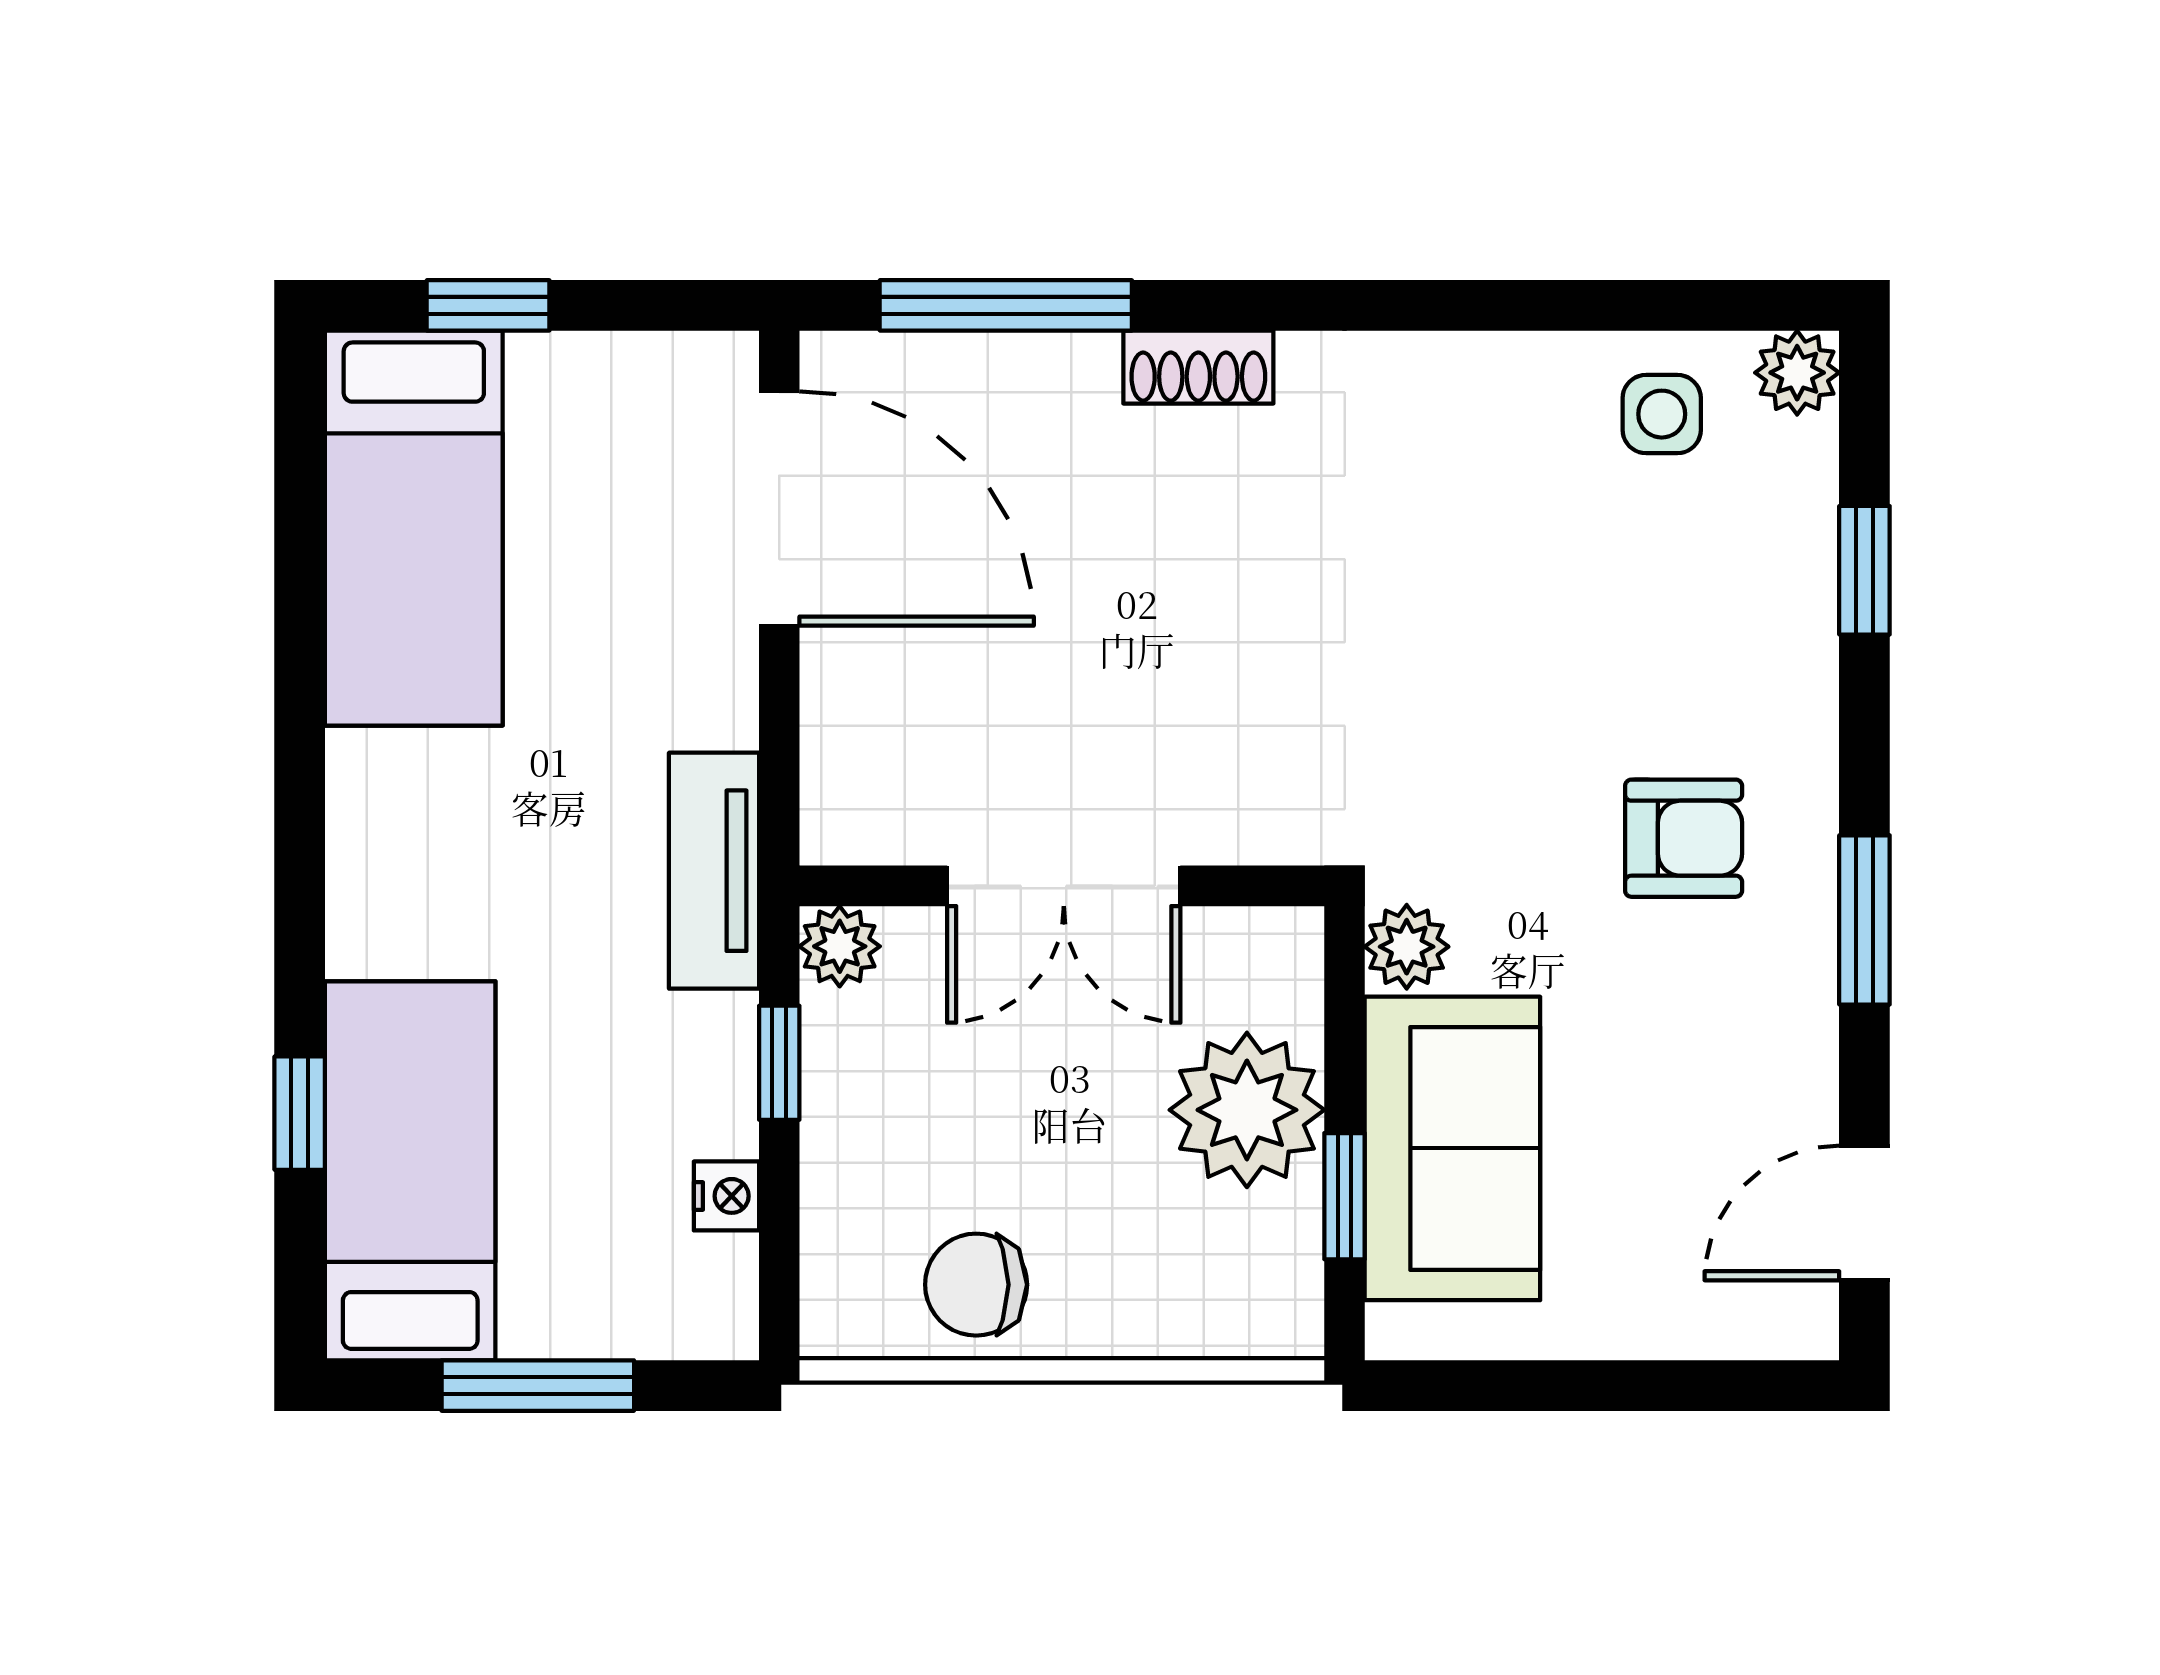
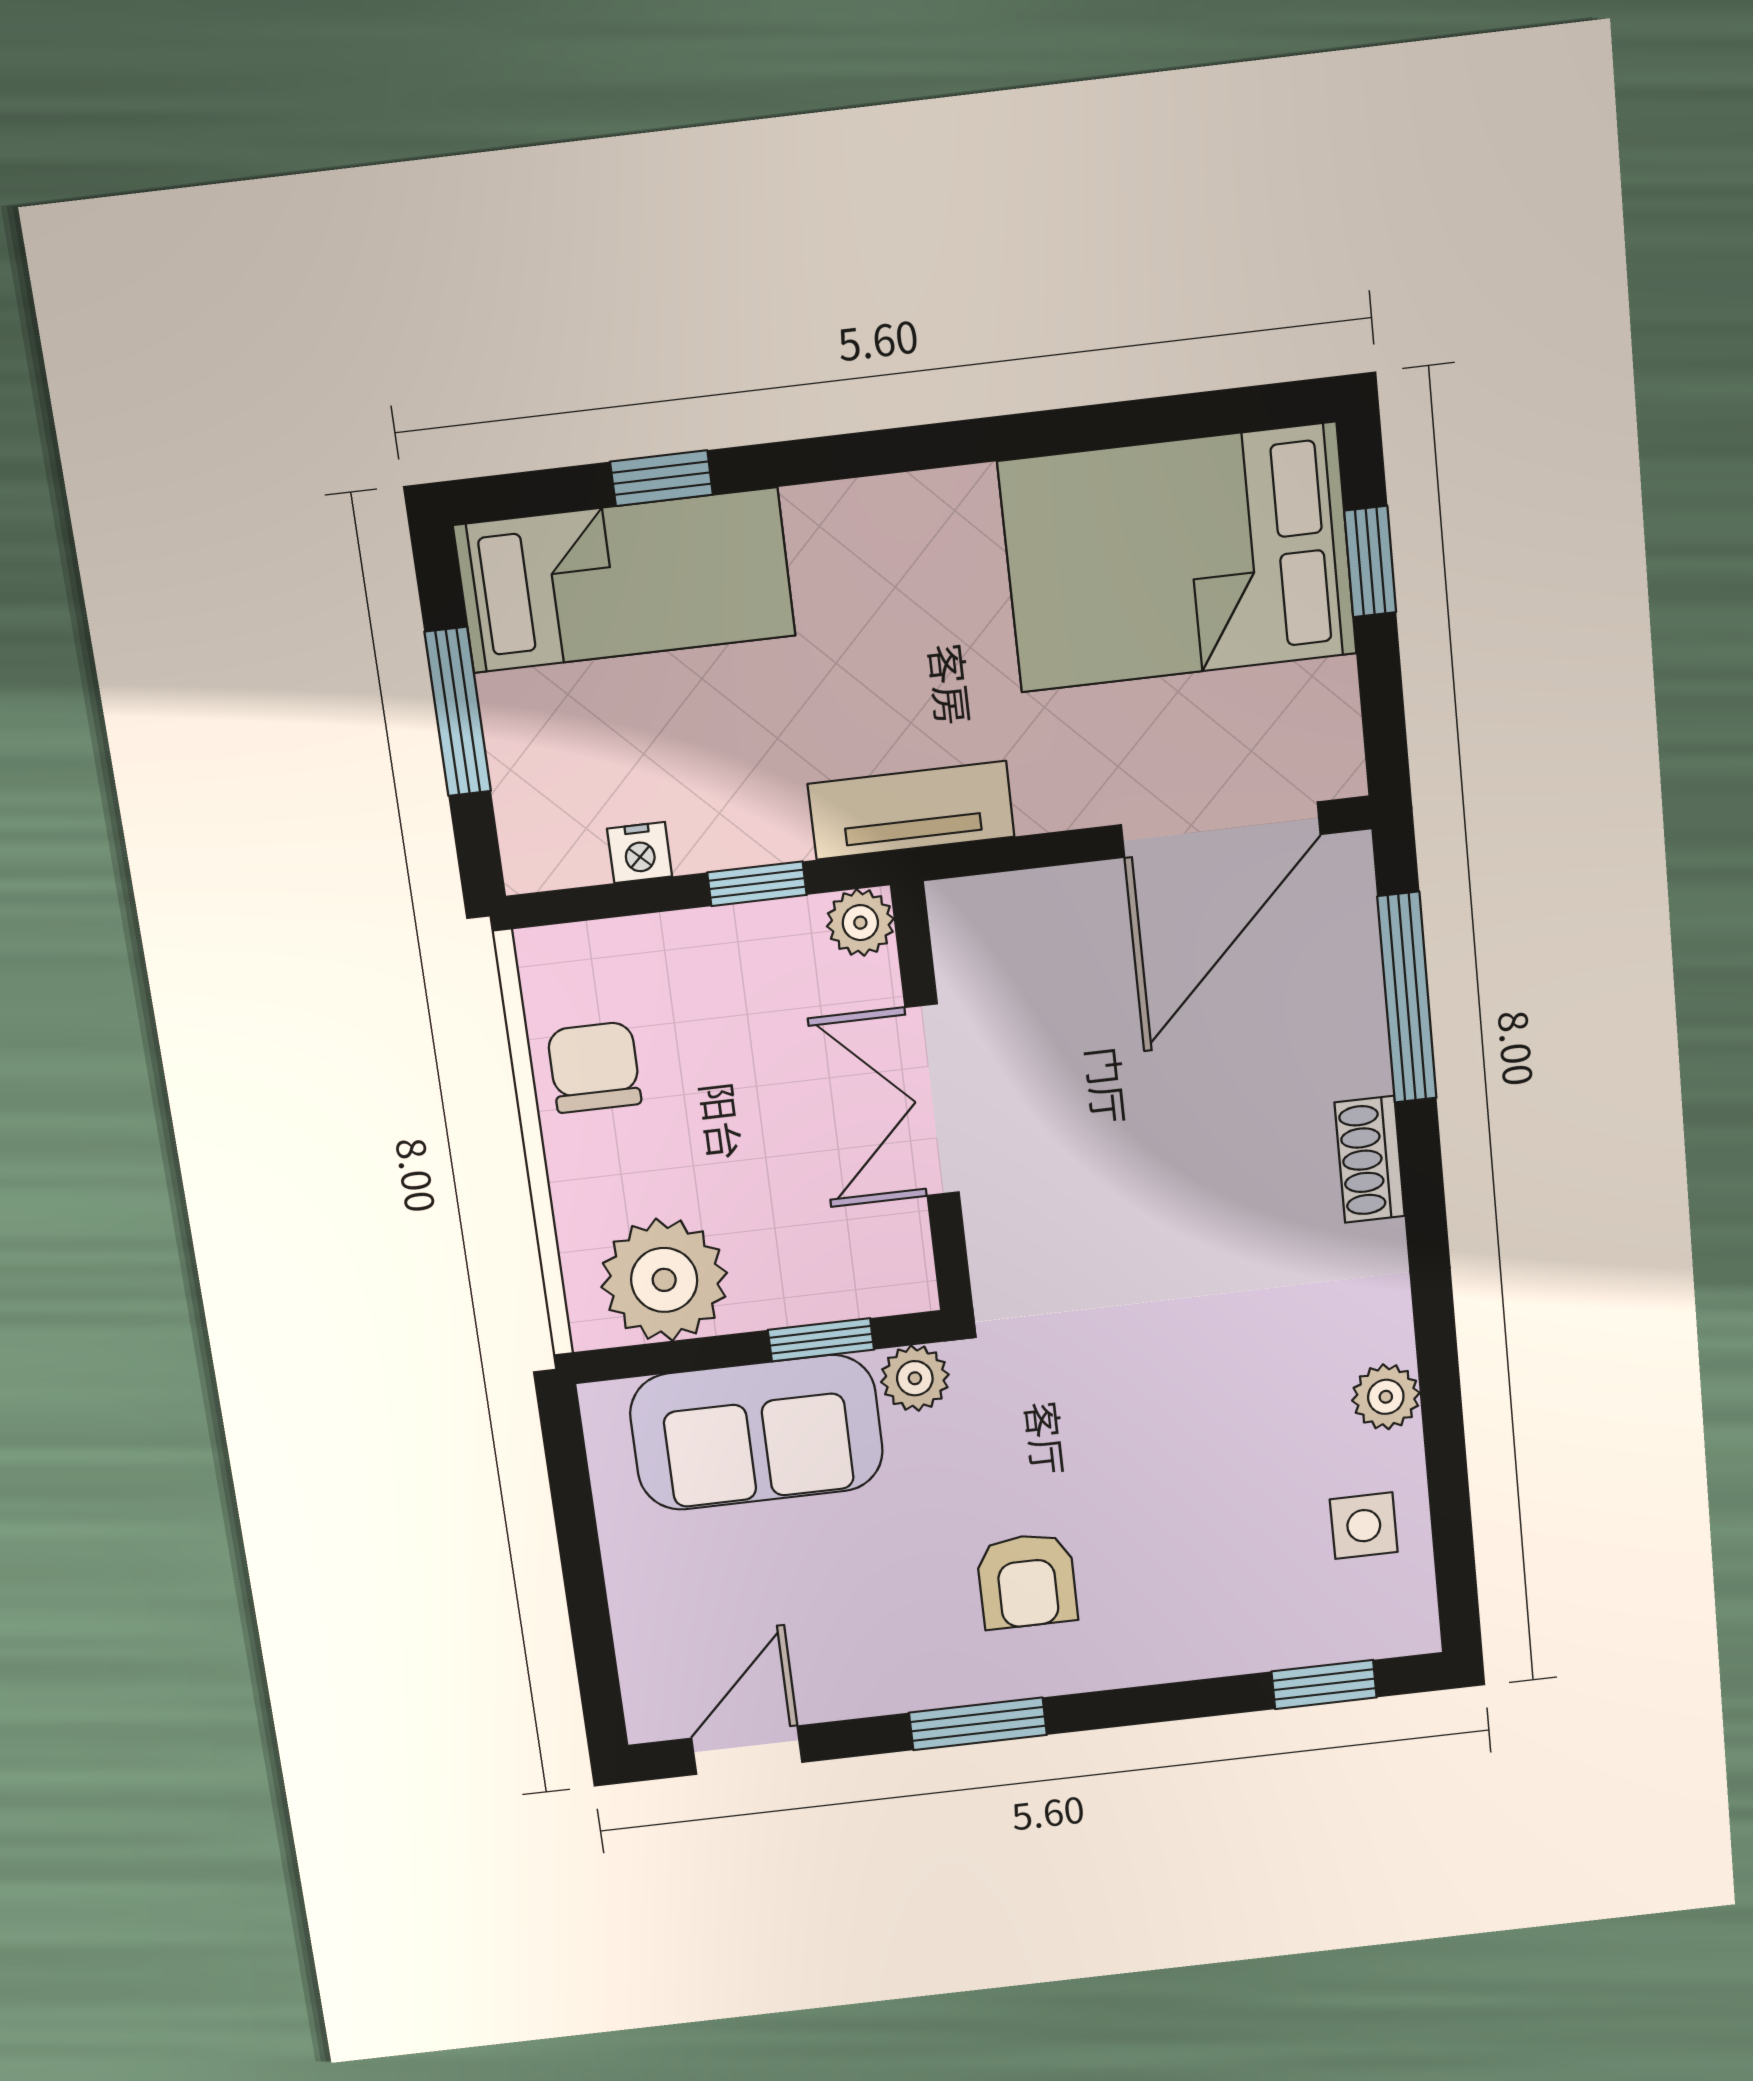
plant: (1797, 373) -> (1386, 1397), moved
bed: (414, 528) -> (1178, 558), width x1.50
window: (1864, 570) -> (1324, 1684), moved
plant: (1247, 1110) -> (664, 1280), moved
window: (1345, 1196) -> (821, 1340), moved
door: (1864, 1213) -> (747, 1750), hinge flipped

